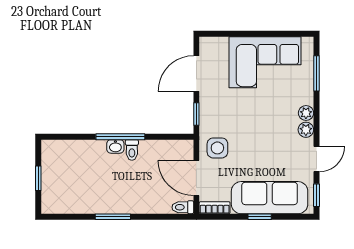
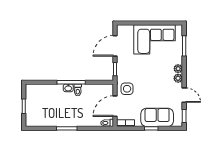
door: (316, 159) -> (184, 95), hinge flipped
door: (196, 178) -> (115, 106), hinge flipped
sofa: (270, 198) -> (157, 117), width x0.73

